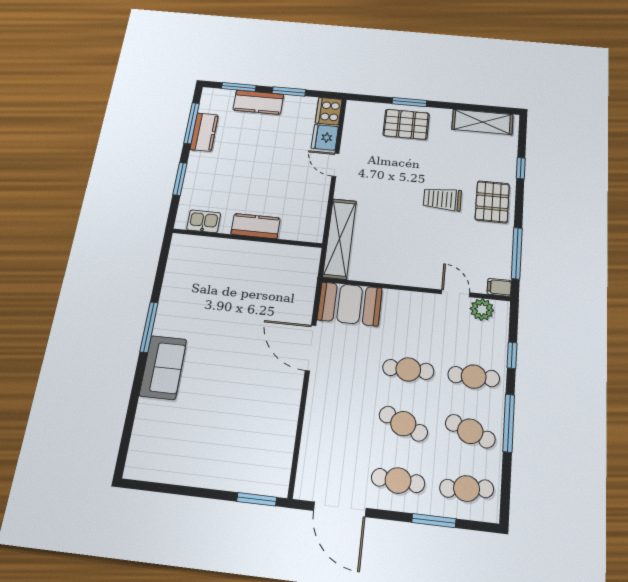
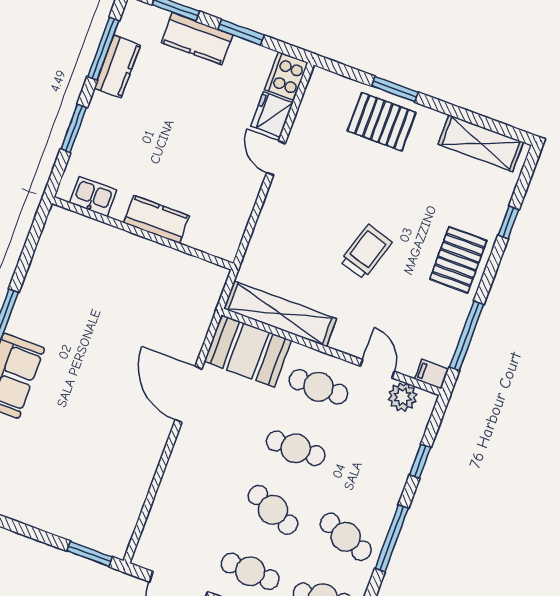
trolley: (442, 199) -> (366, 252), moved, turned 107
shelving: (340, 239) -> (280, 314), moved, turned 90
cafe table: (474, 377) -> (318, 387), moved

